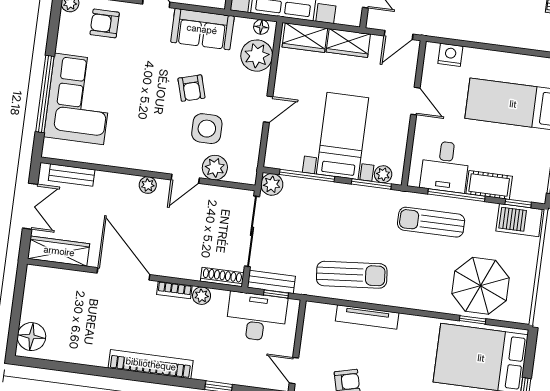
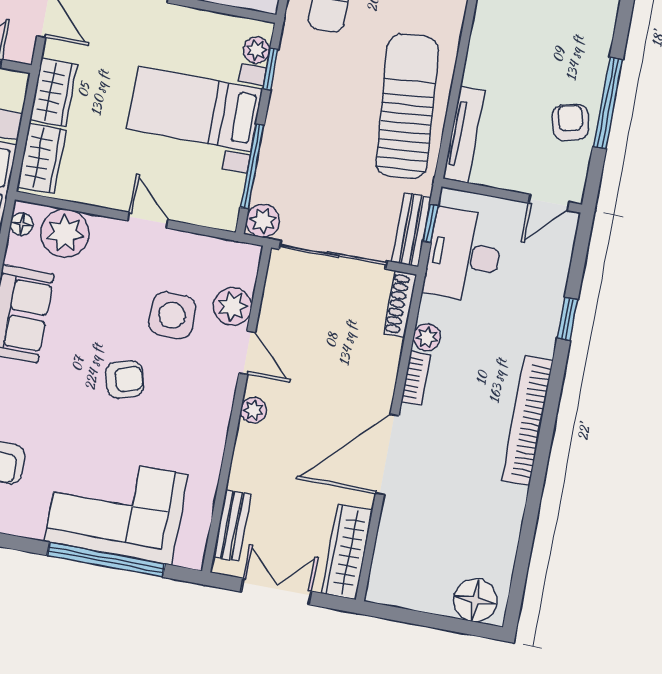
armchair: (191, 88) -> (125, 379), moved
window: (371, 184) -> (270, 69), width x0.67
sun lounger: (352, 275) -> (407, 106), width x1.36, depth x1.34
tv unit: (367, 317) -> (464, 135), moved

